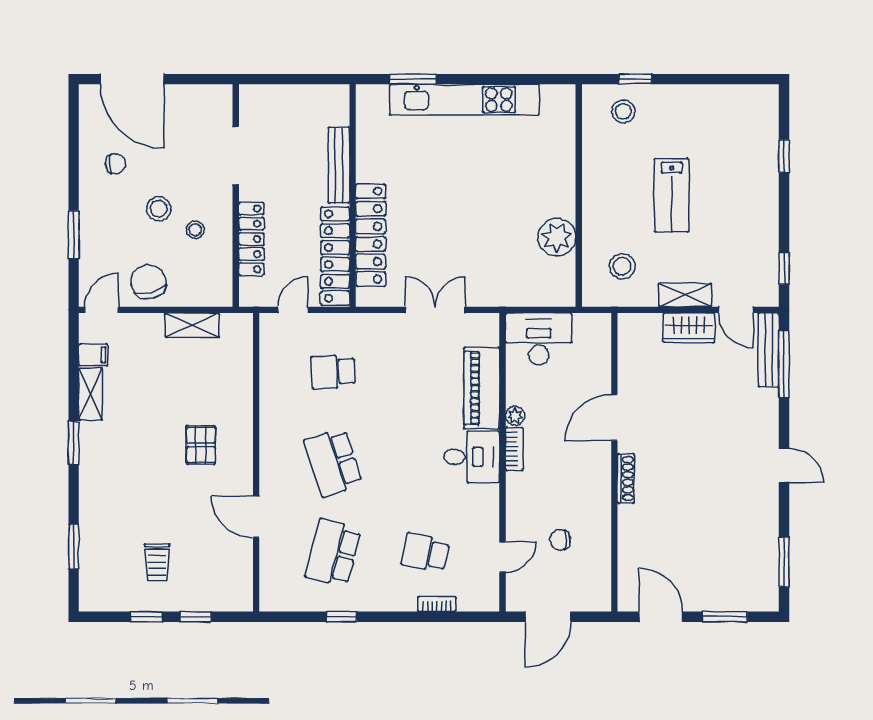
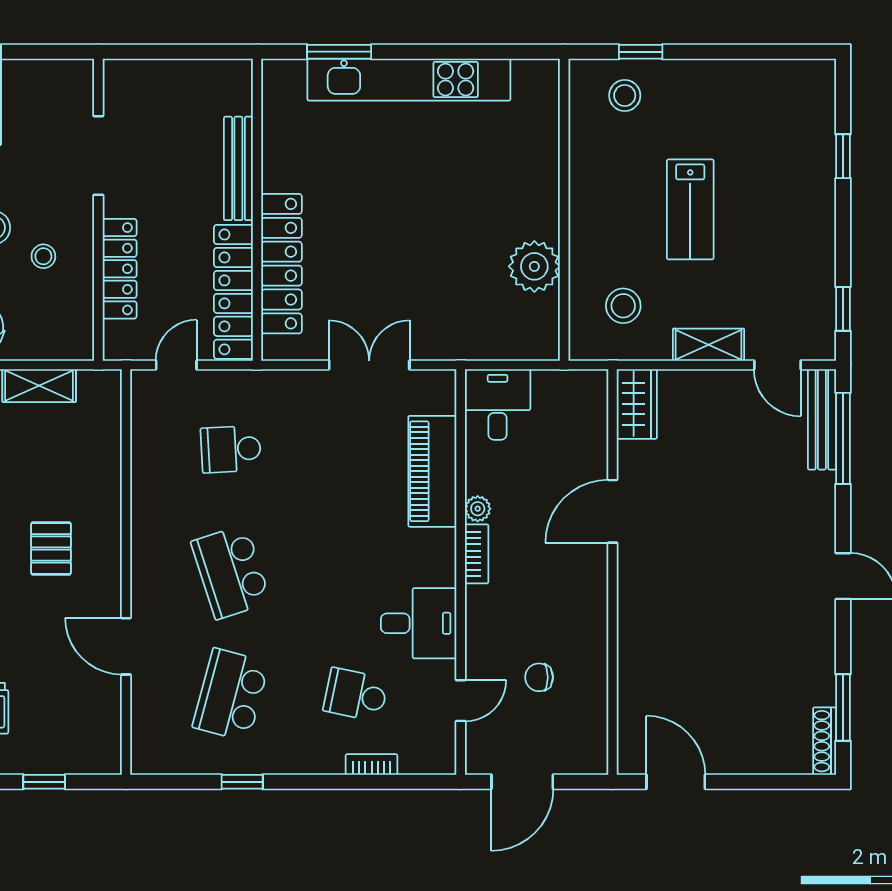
wardrobe: (689, 328) -> (637, 404), moved, turned -90
desk: (539, 339) -> (498, 404), width x0.73
desk: (472, 457) -> (419, 623), moved
shoe rack: (626, 478) -> (825, 741), moved, turned 180
window: (725, 617) -> (762, 782), removed

